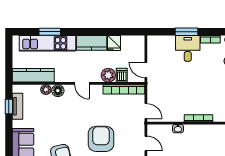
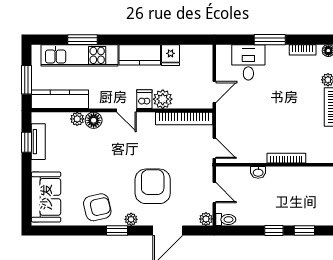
desk: (188, 48) -> (248, 62), moved
window: (9, 61) -> (27, 80), added
door: (146, 70) -> (214, 92), swing flipped
dishwasher: (122, 75) -> (144, 99), moved

